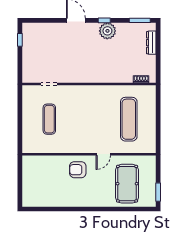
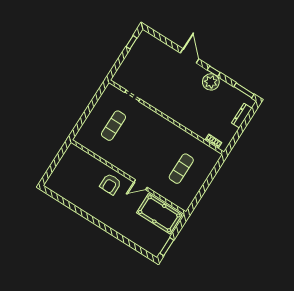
exercise mat: (129, 119) -> (181, 169), width x0.73, depth x0.69
armchair: (78, 170) -> (110, 184), turned -90
pool table: (127, 184) -> (159, 214), moved, turned 90

